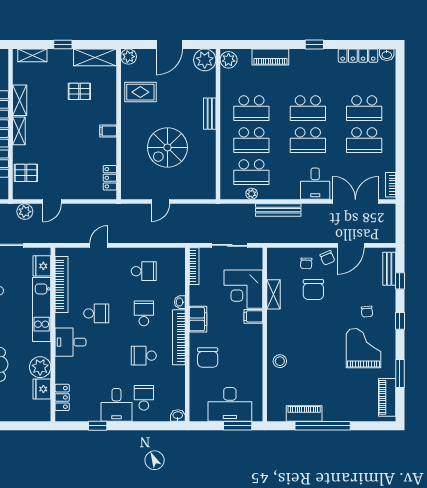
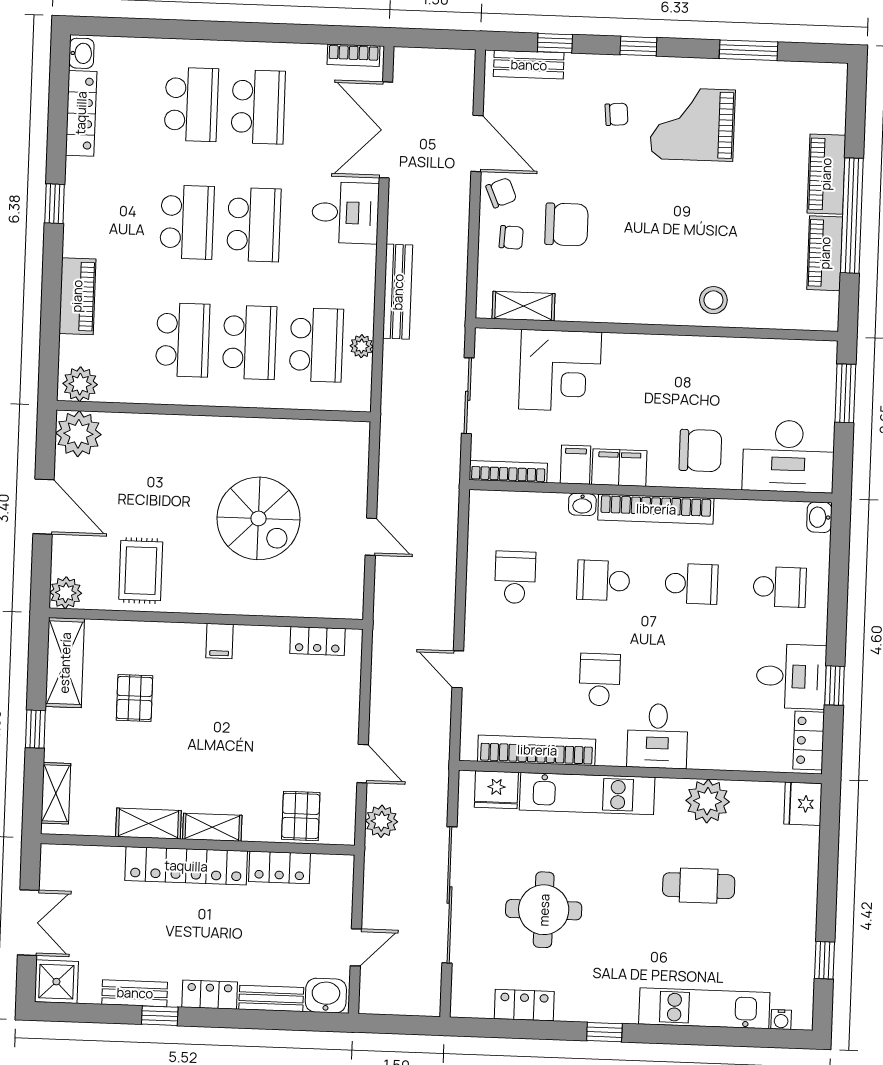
bench: (210, 114) -> (191, 427), removed
shelving: (274, 294) -> (524, 306), moved
filing cabinet: (253, 316) -> (576, 465), moved, turned 180
school desk: (144, 356) -> (691, 584), turned -90
fridge: (42, 389) -> (803, 804), moved, turned 90
locker: (62, 397) -> (809, 741), moved, turned -90
piano: (387, 397) -> (826, 174), moved, turned 90
school desk: (144, 398) -> (780, 587), turned 180
desk: (230, 404) -> (788, 456), moved, turned 90
desk: (116, 405) -> (791, 676), moved

